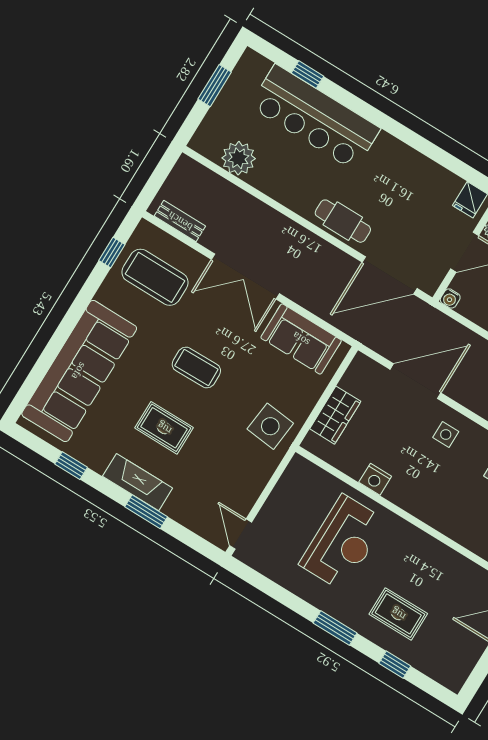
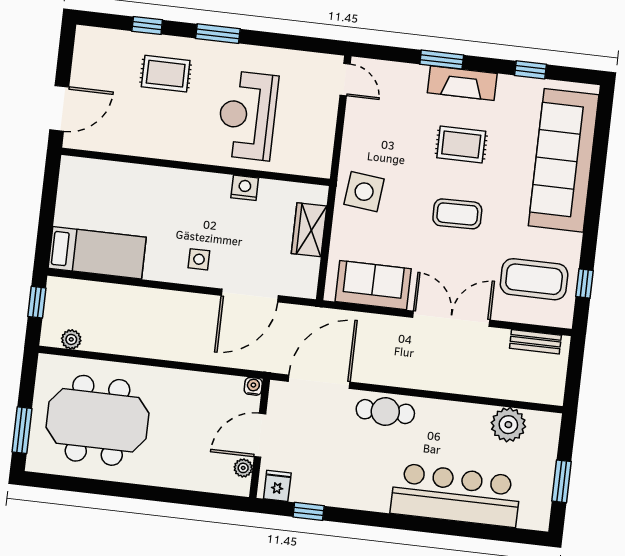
window: (307, 75) -> (309, 511), moved

